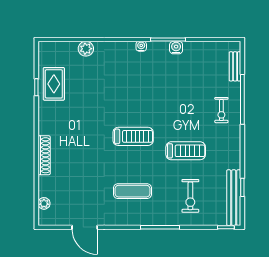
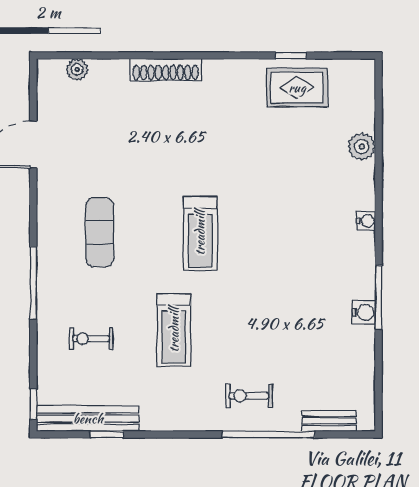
water cooler: (141, 46) -> (366, 221), moved
exercise bike: (190, 196) -> (91, 339), width x0.73, depth x0.72

